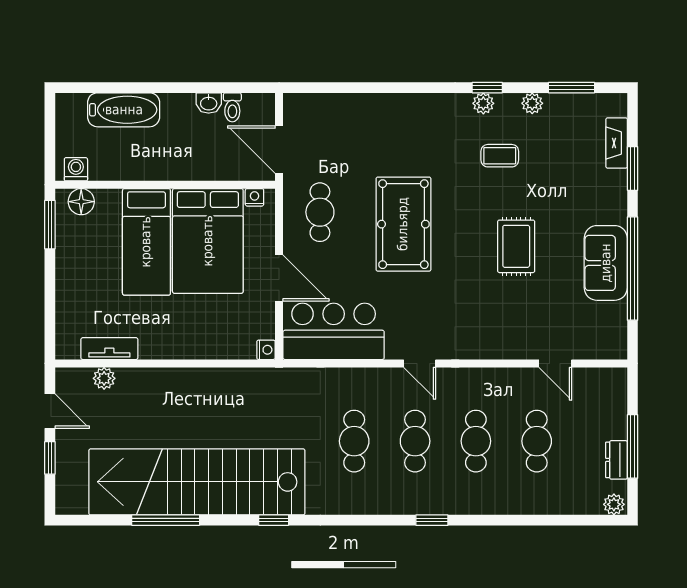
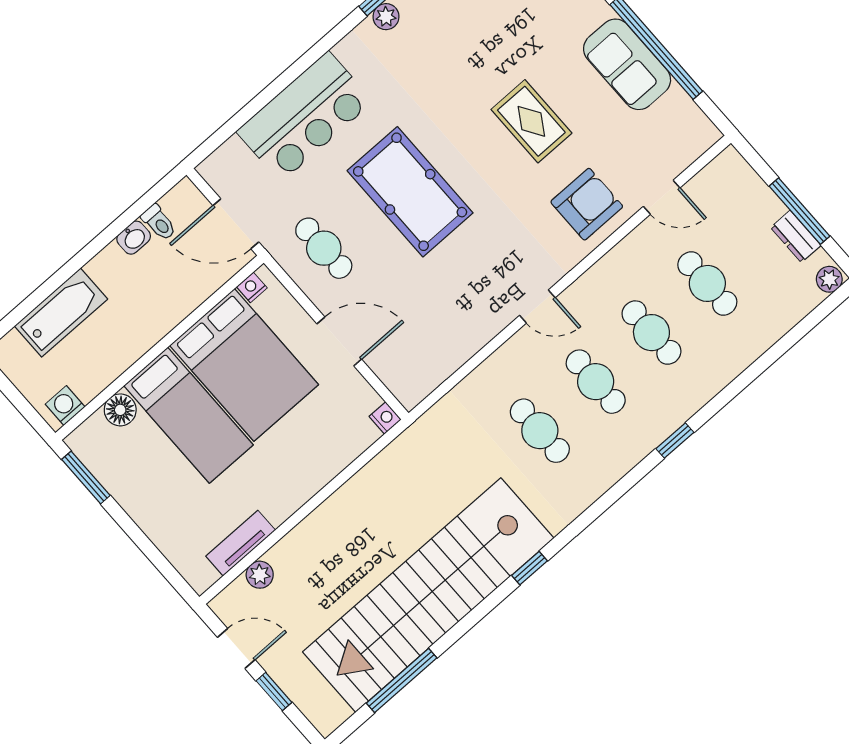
coffee table: (500, 156) -> (443, 51), removed
floor lamp: (81, 202) -> (120, 410), moved
armchair: (505, 327) -> (587, 204), added
bar counter: (334, 331) -> (305, 117), moved, turned 180
window: (166, 520) -> (402, 680), moved

